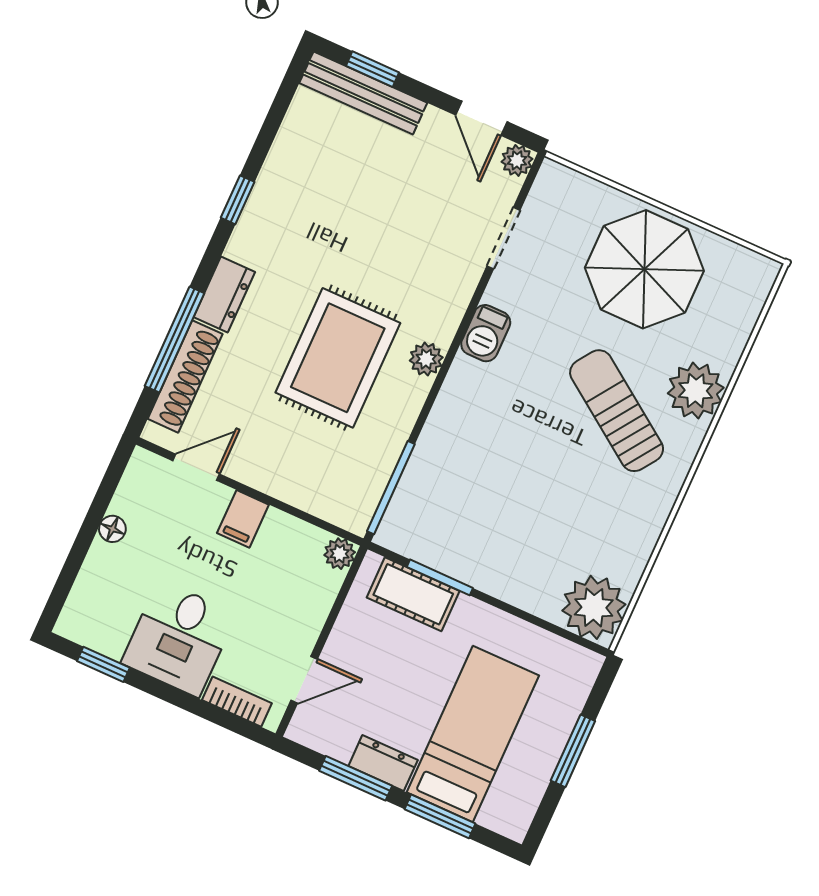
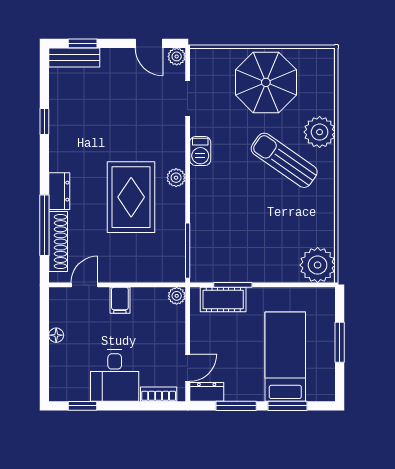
bench: (363, 93) -> (74, 57), width x0.73
window: (238, 200) -> (44, 122), moved
dresser: (383, 763) -> (207, 392), moved

